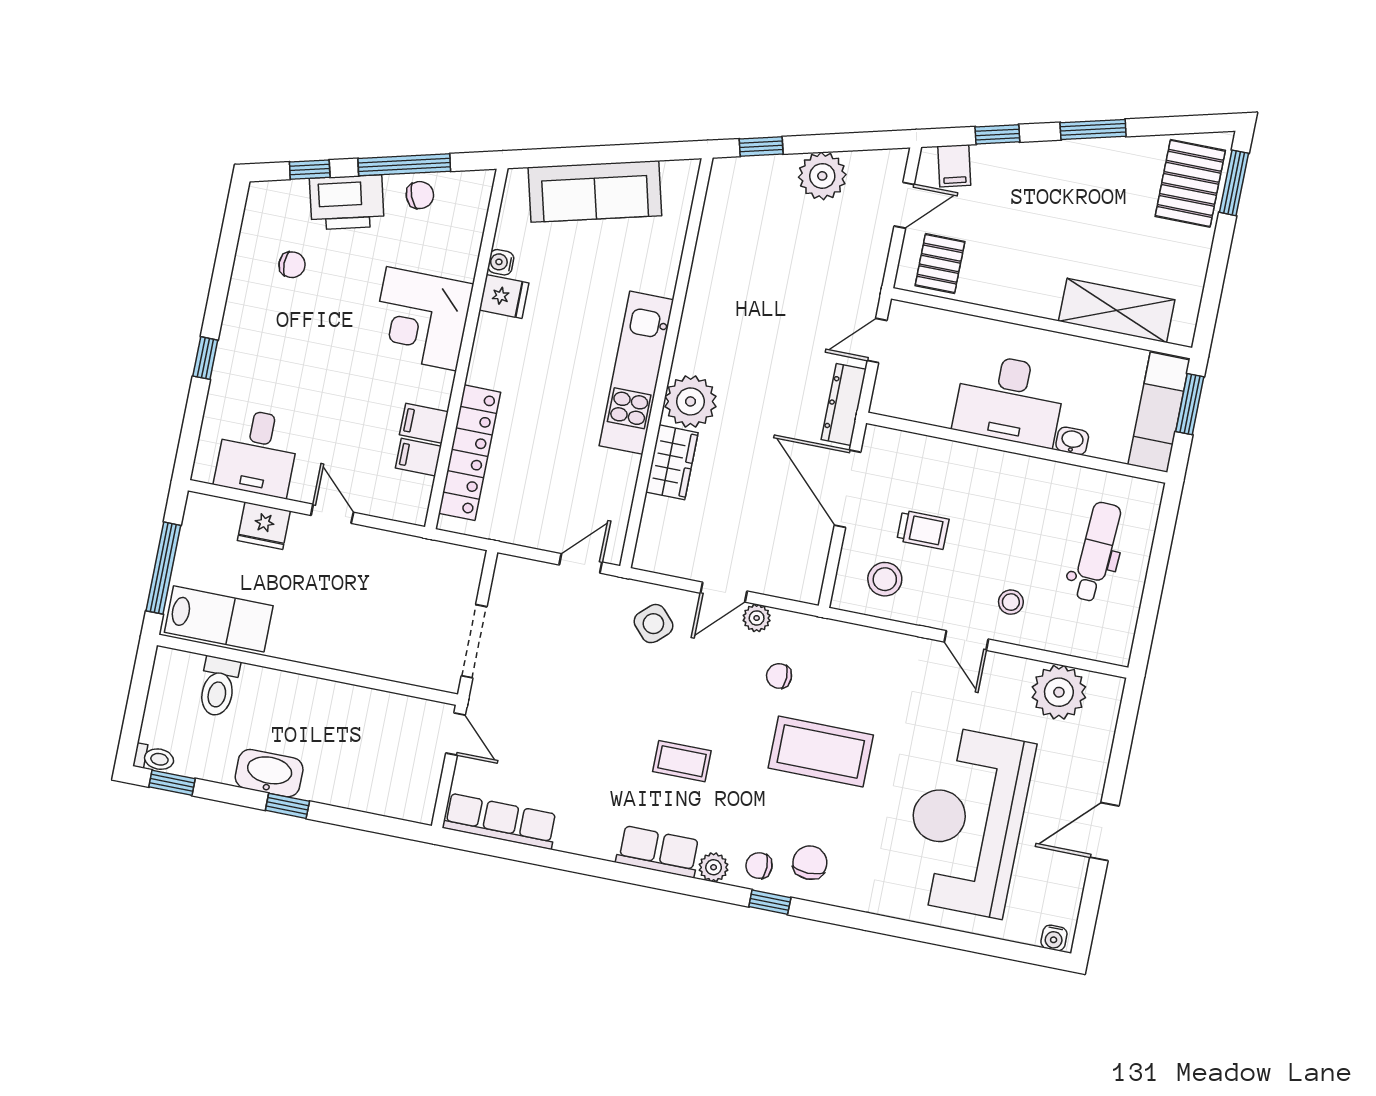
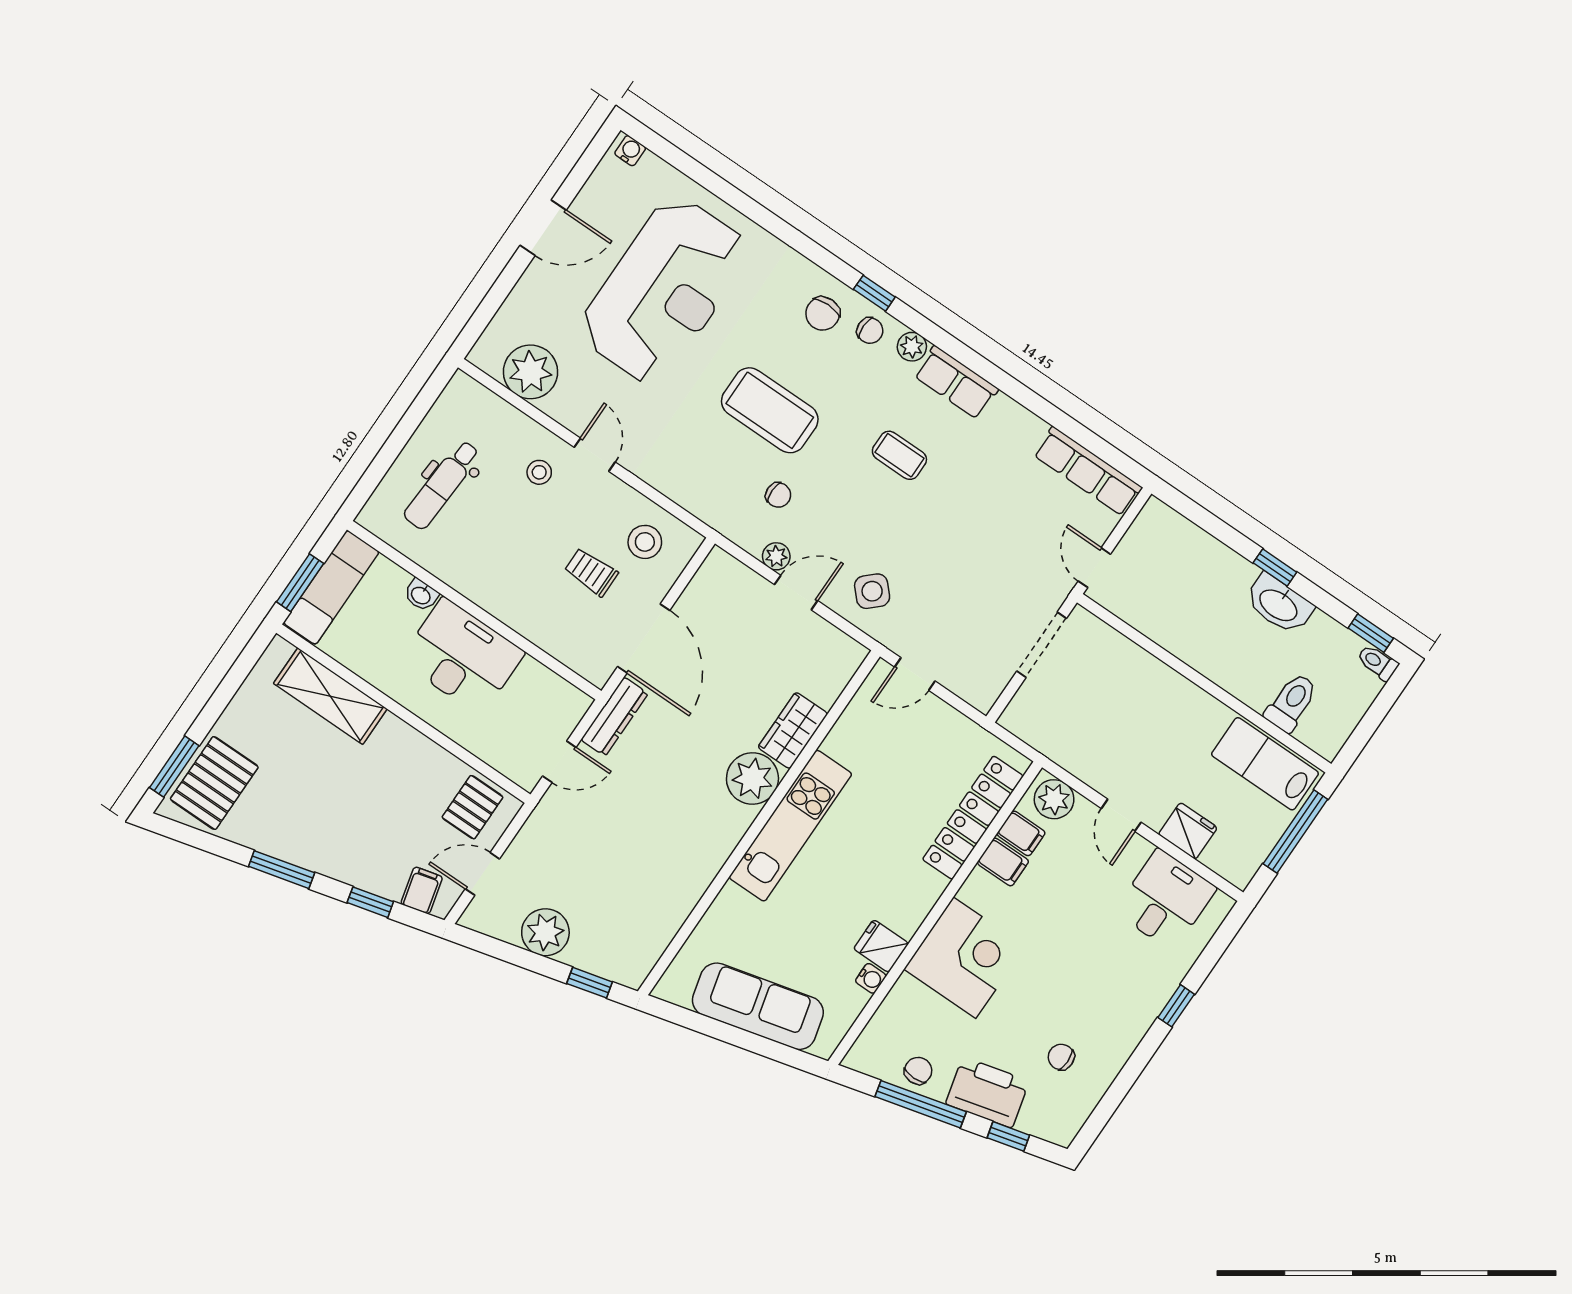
chair: (420, 195) -> (918, 1071), turned 112
plant: (401, 502) -> (1054, 799), added

